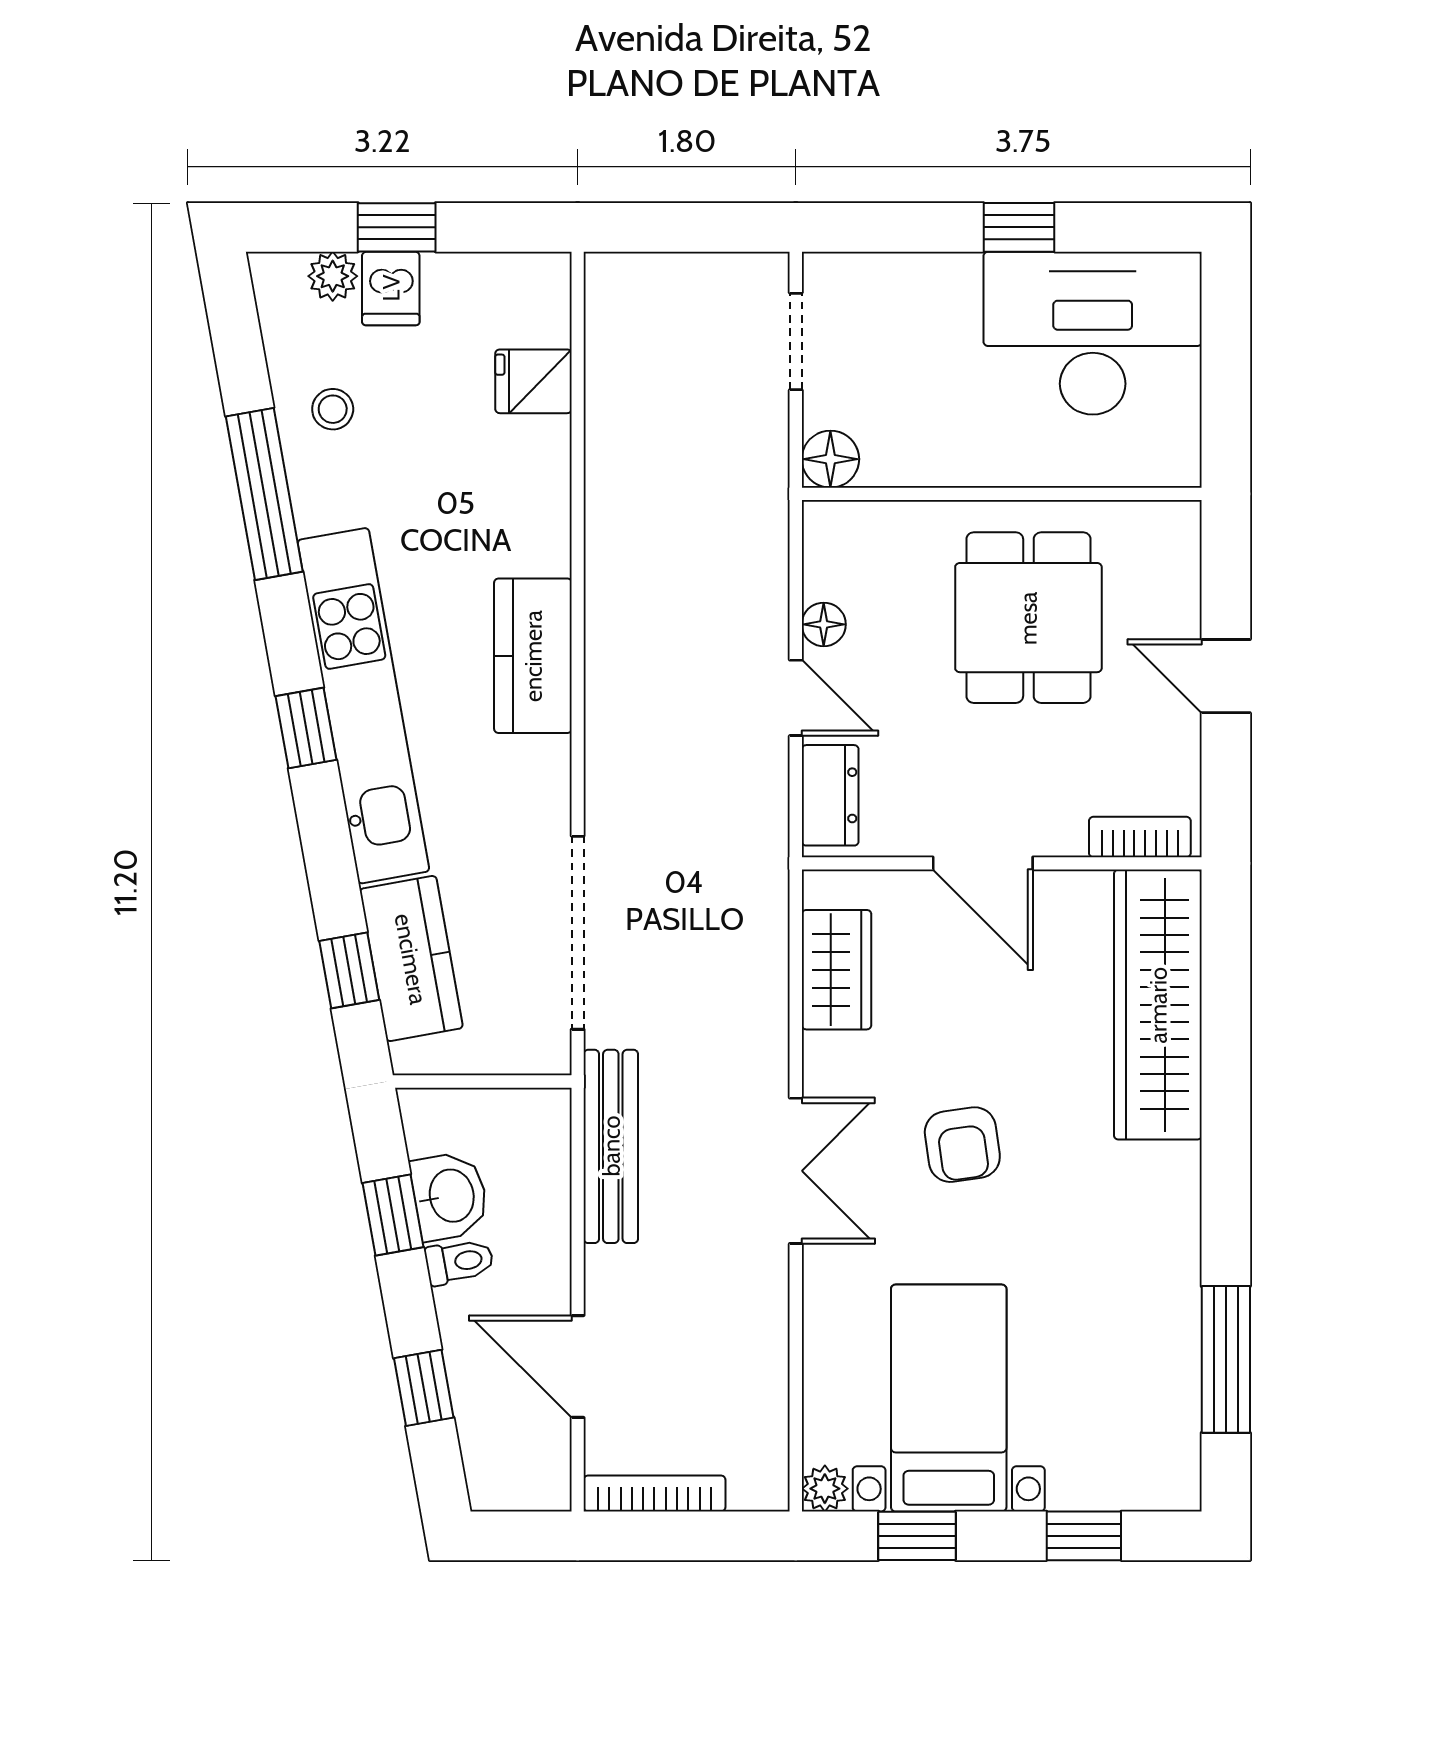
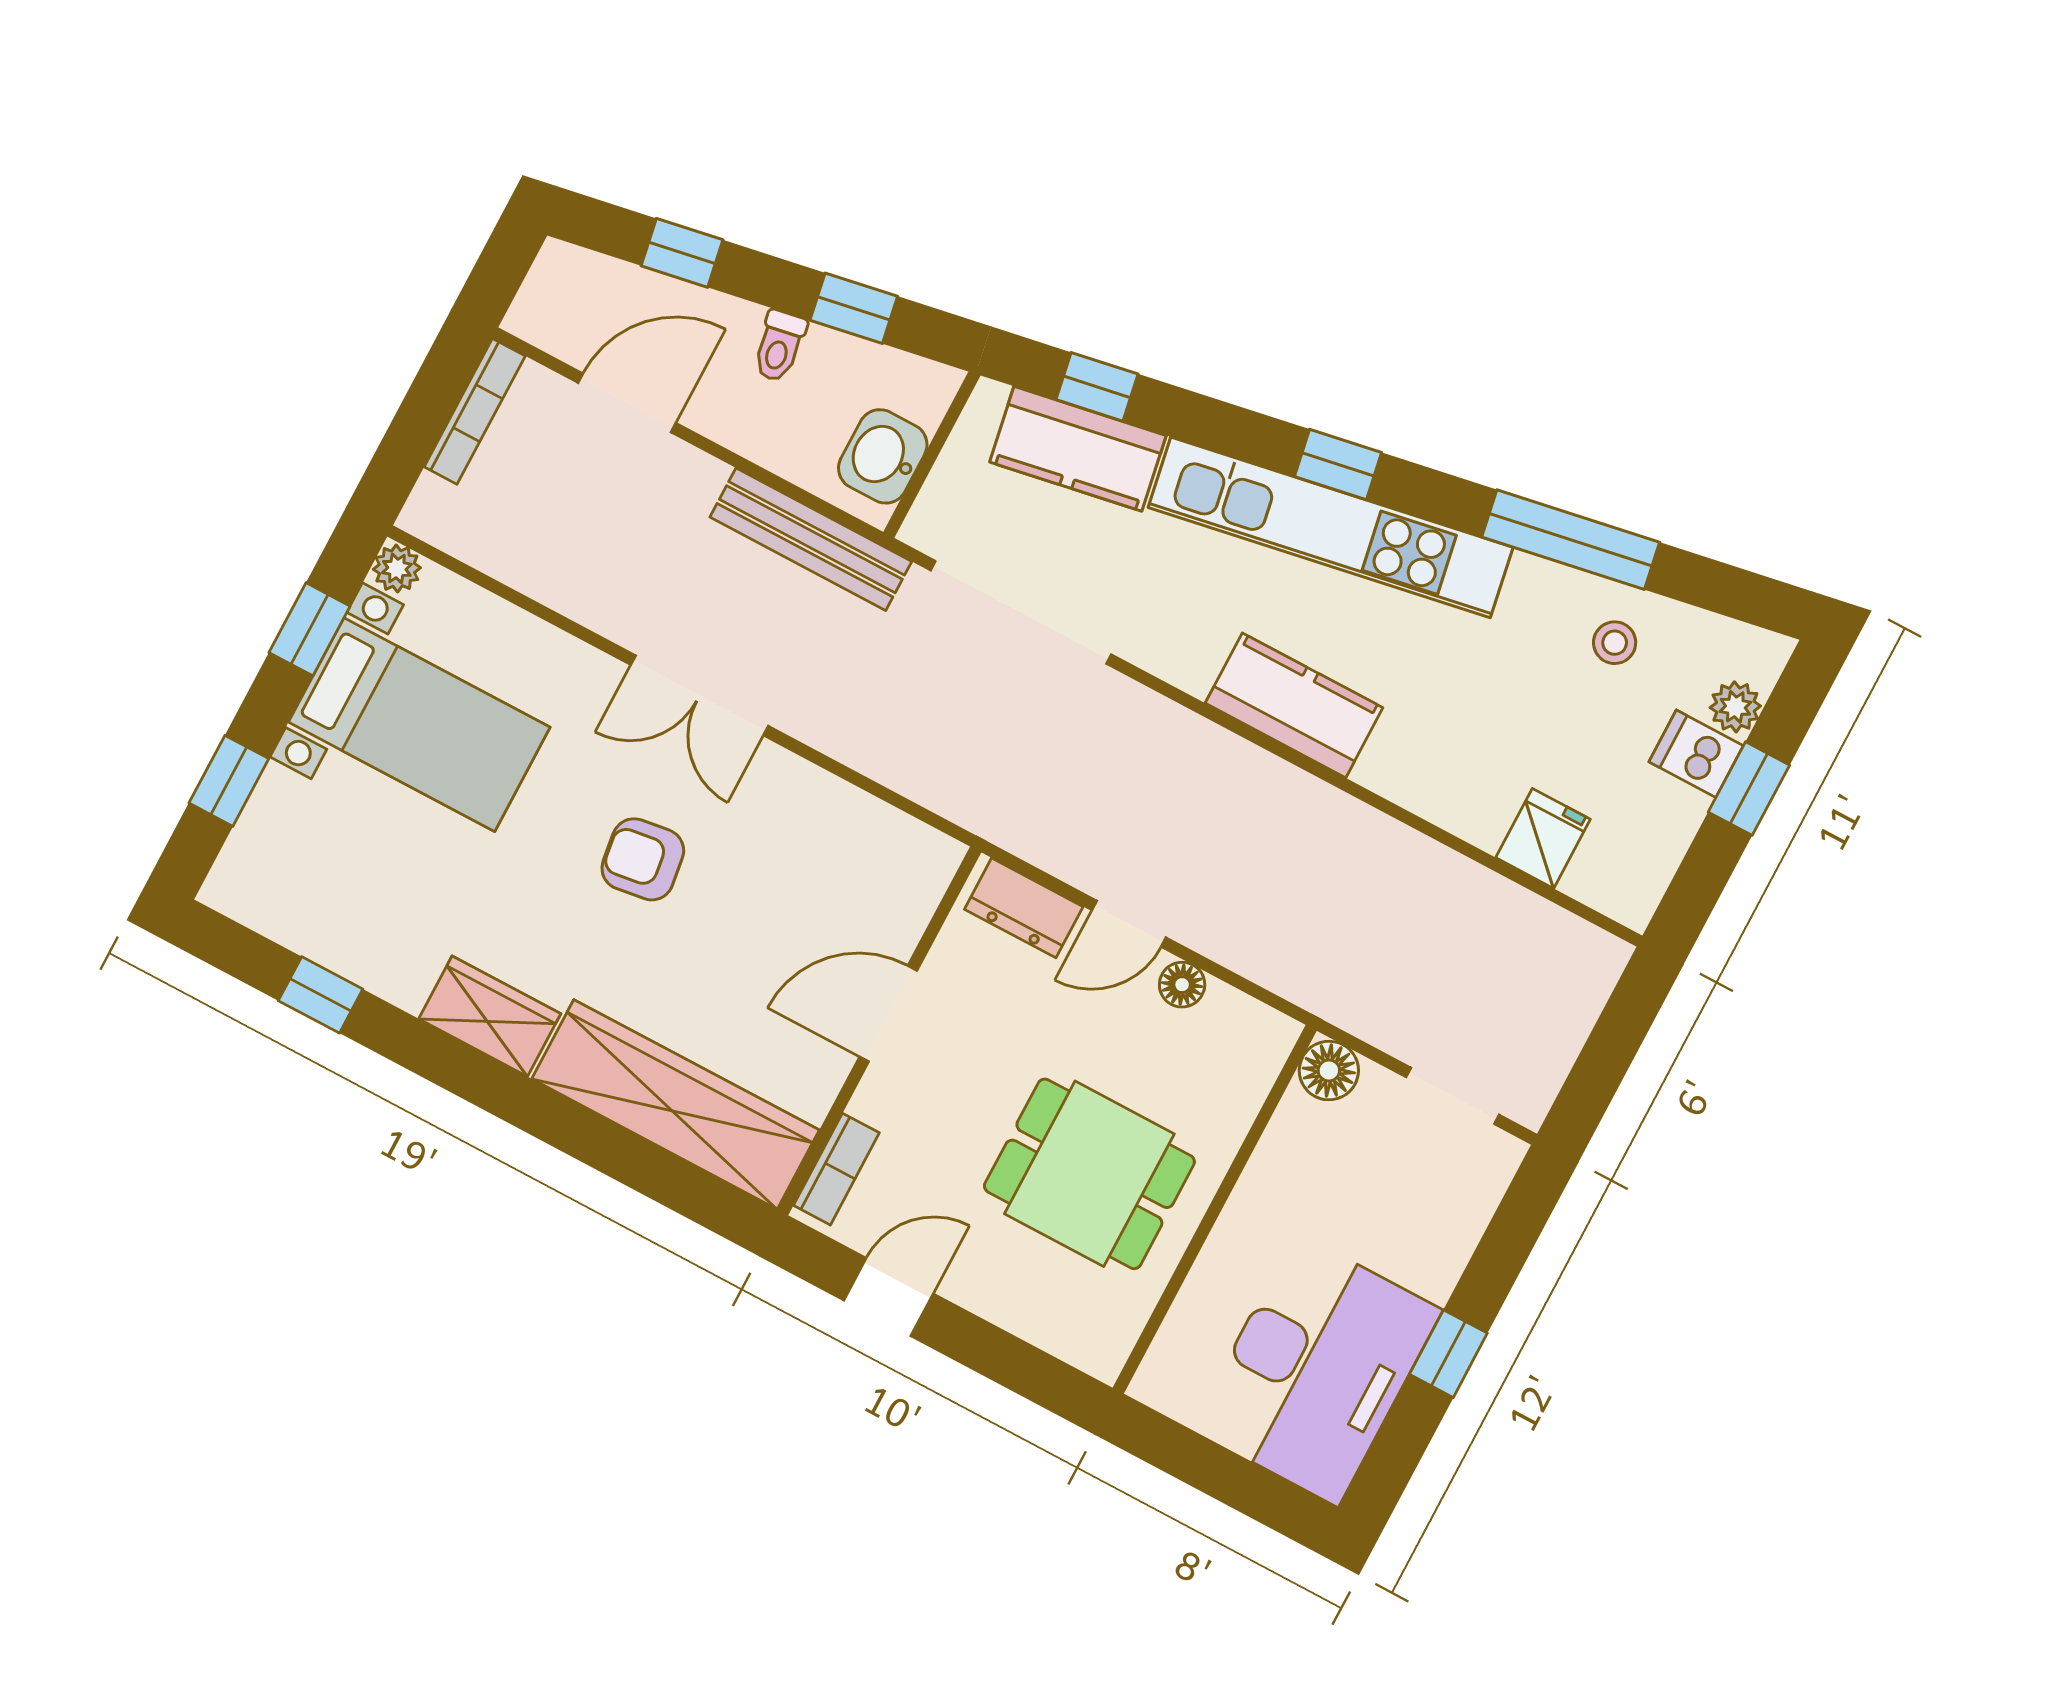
door: (1226, 676) -> (889, 1297), moved
wardrobe: (837, 970) -> (490, 1016), moved, turned 180
washbasin: (450, 1196) -> (883, 456), moved, turned 100
window: (1226, 1359) -> (321, 995), width x0.46

